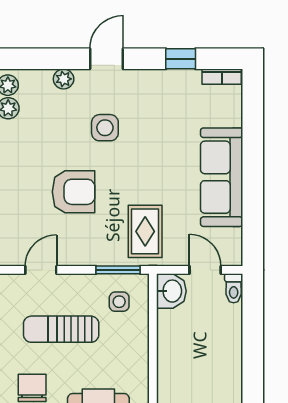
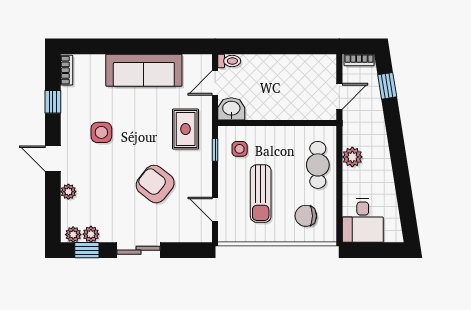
side table: (105, 128) -> (101, 132), moved
armchair: (74, 192) -> (155, 184), turned -52
rug: (145, 231) -> (186, 129), turned 90
window: (118, 270) -> (215, 150), width x0.67

